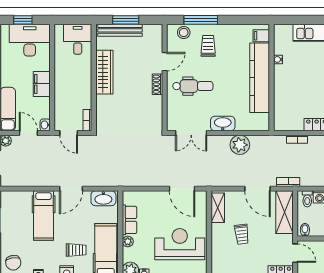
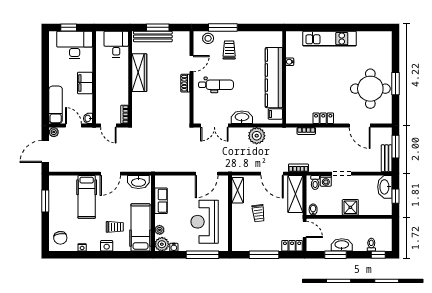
filing cabinet: (261, 36) -> (275, 114), moved
door: (182, 189) -> (207, 174), hinge flipped
plant: (128, 241) -> (160, 230), moved
reception desk: (180, 244) -> (205, 222), turned -90

